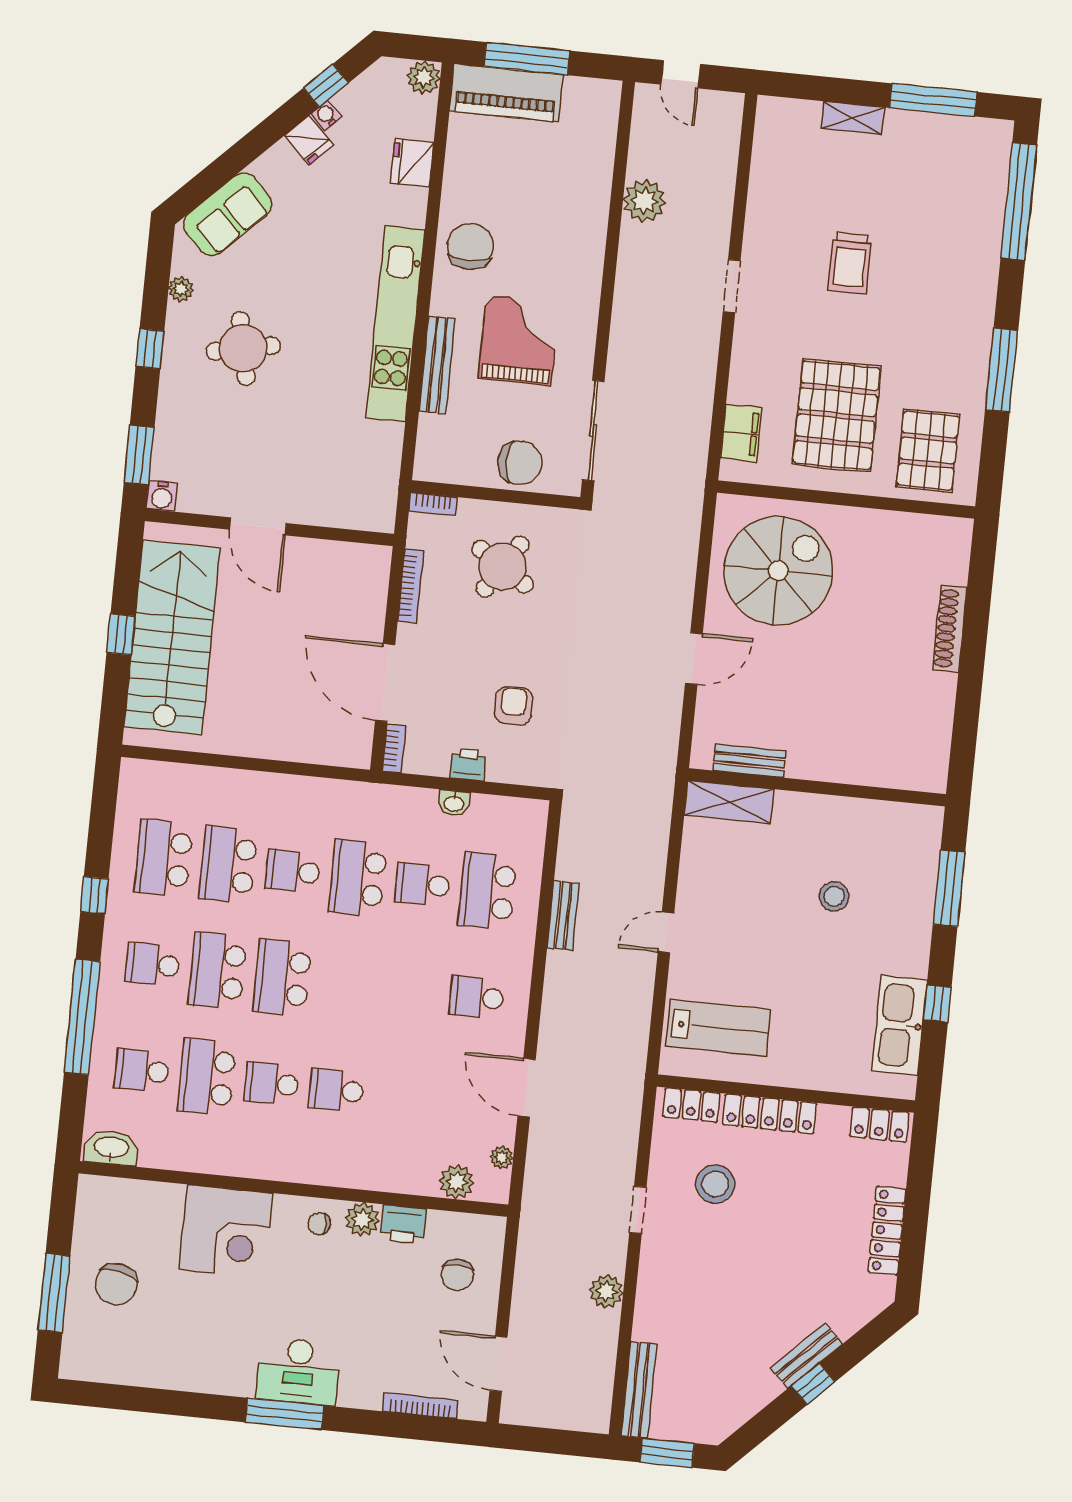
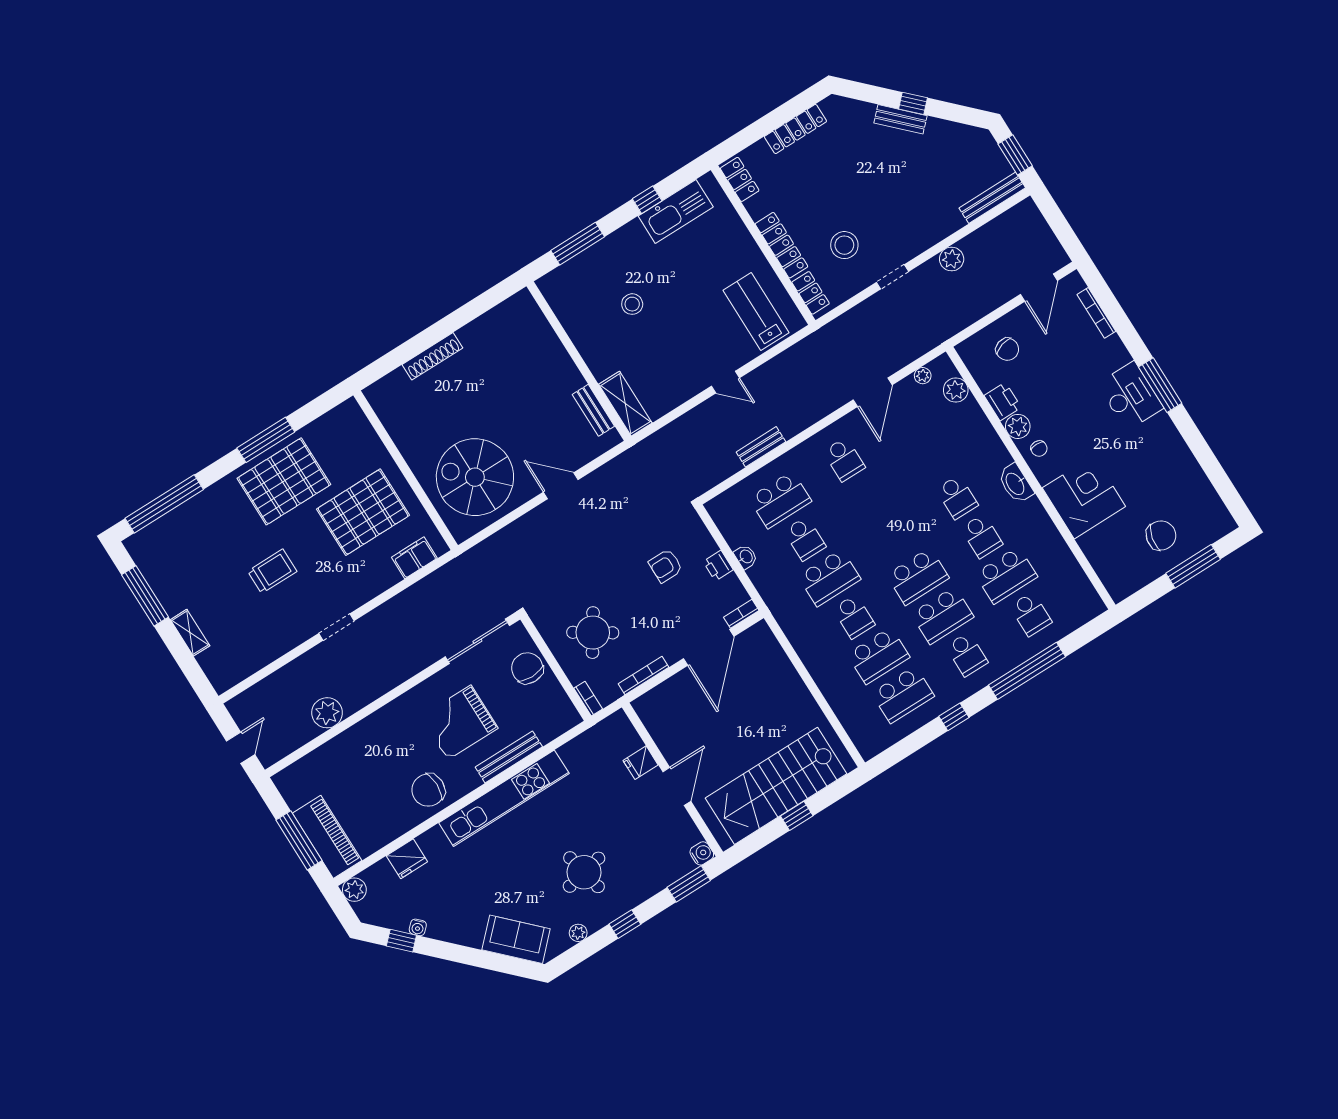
fridge: (309, 140) -> (641, 763), moved, turned -135
pallet: (928, 451) -> (284, 481), moved, width x1.37, depth x1.41
washbasin: (111, 1148) -> (1016, 484), moved
chair: (457, 1275) -> (1007, 349), turned 74

